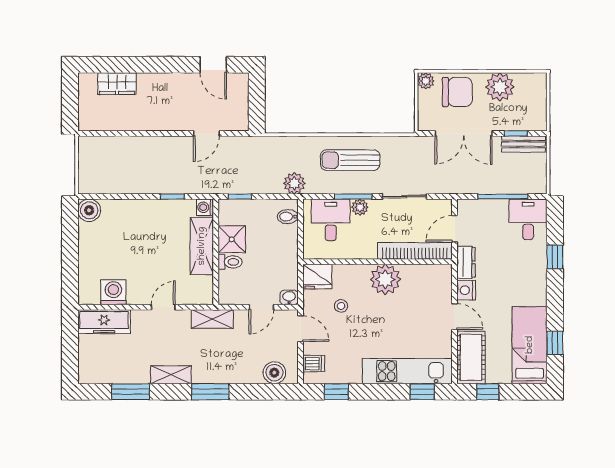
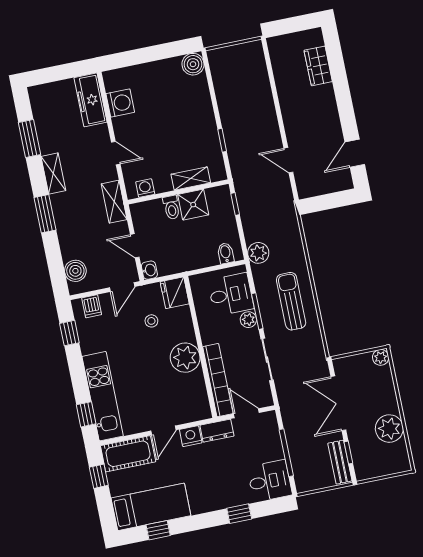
chair: (457, 92) -> (376, 389), removed
washing machine: (205, 207) -> (145, 188), moved
shelving: (202, 246) -> (191, 178), width x0.67, depth x0.75

